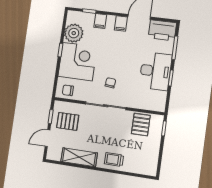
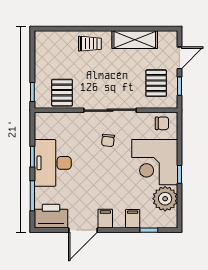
pallet: (68, 121) -> (156, 83), turned 90

